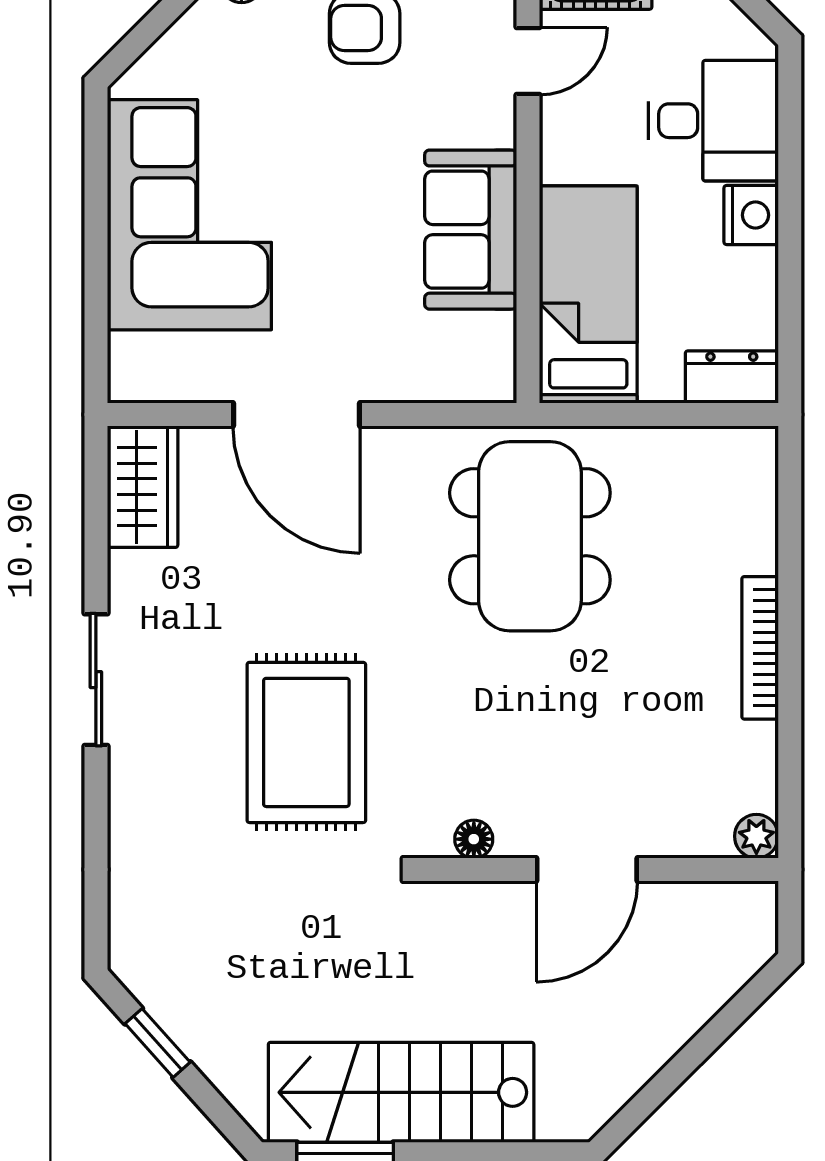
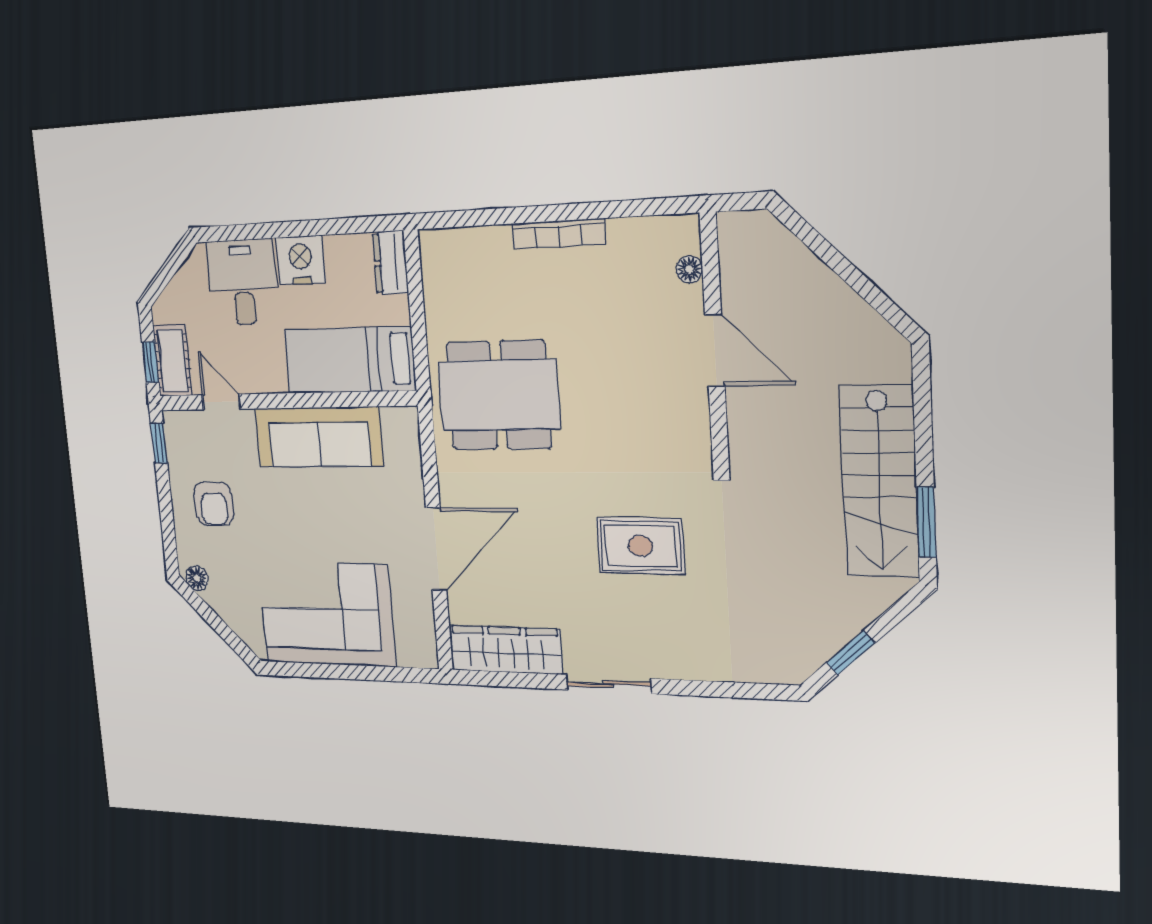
nightstand: (751, 215) -> (300, 260), width x1.36, depth x1.33
sofa: (471, 230) -> (319, 437), width x1.36
wardrobe: (143, 487) -> (505, 650), width x1.50
rug: (306, 742) -> (640, 546), width x0.73, depth x0.70
plant: (756, 836) -> (685, 229), removed
floor lamp: (474, 839) -> (689, 269), moved

